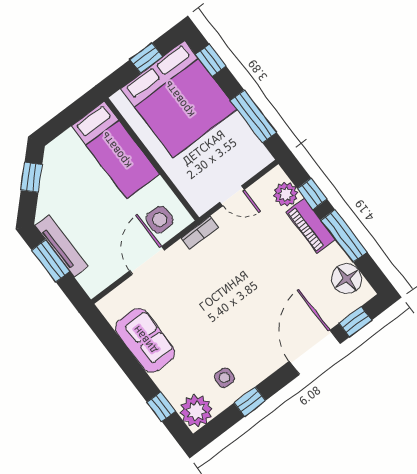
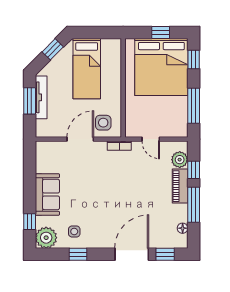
bed: (116, 150) -> (87, 69), moved
floor lamp: (347, 279) -> (183, 228), width x0.53, depth x0.53
sofa: (145, 340) -> (47, 194), moved

